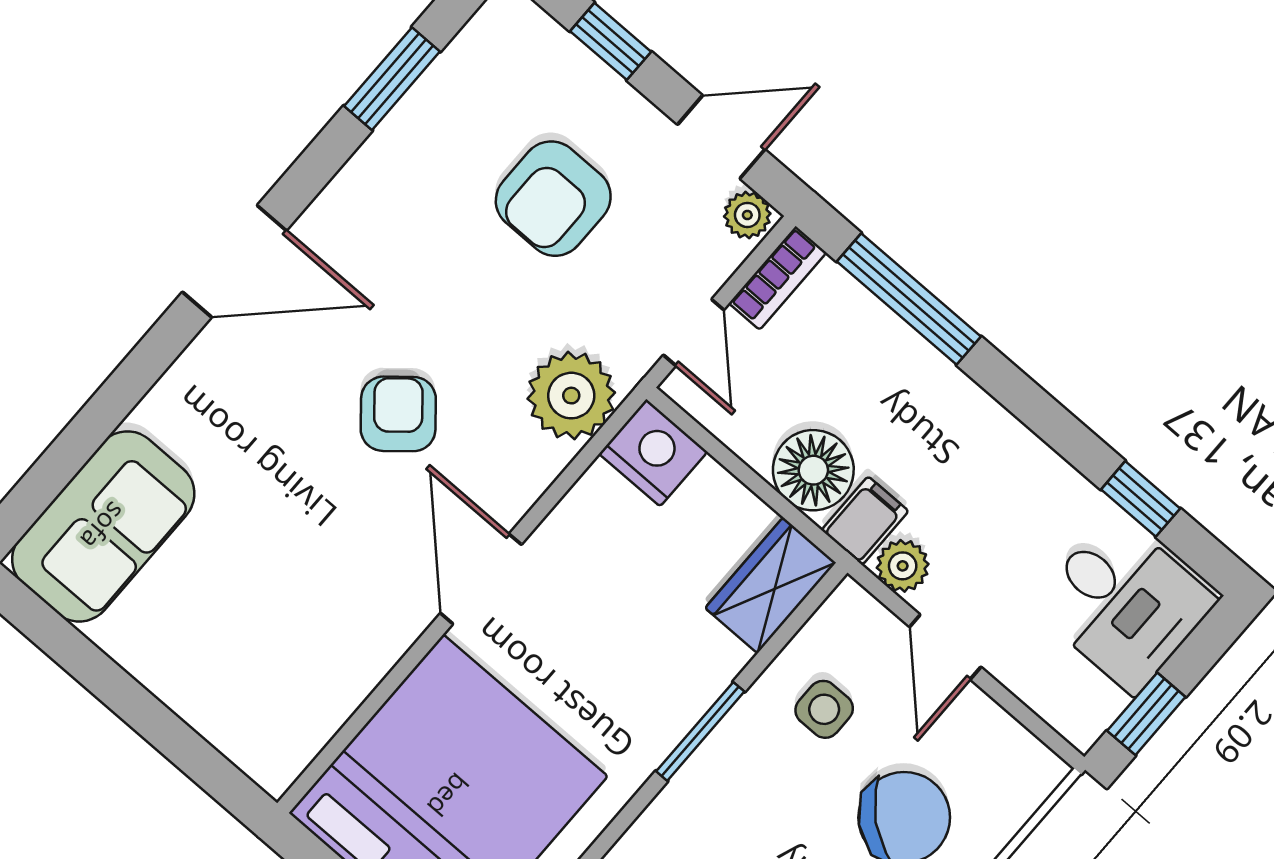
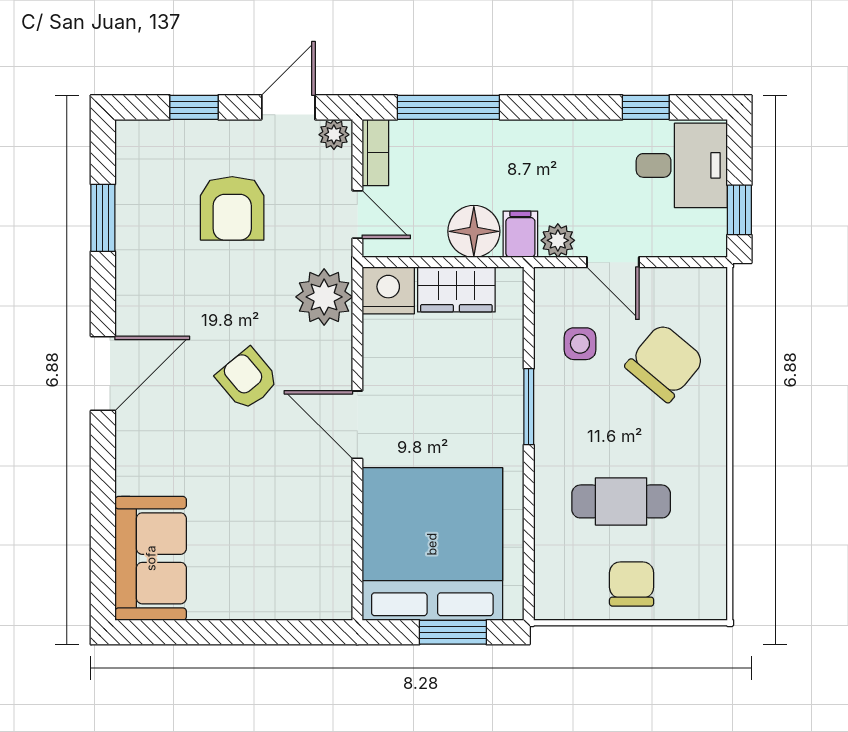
wardrobe: (771, 585) -> (456, 289), moved, turned -90

